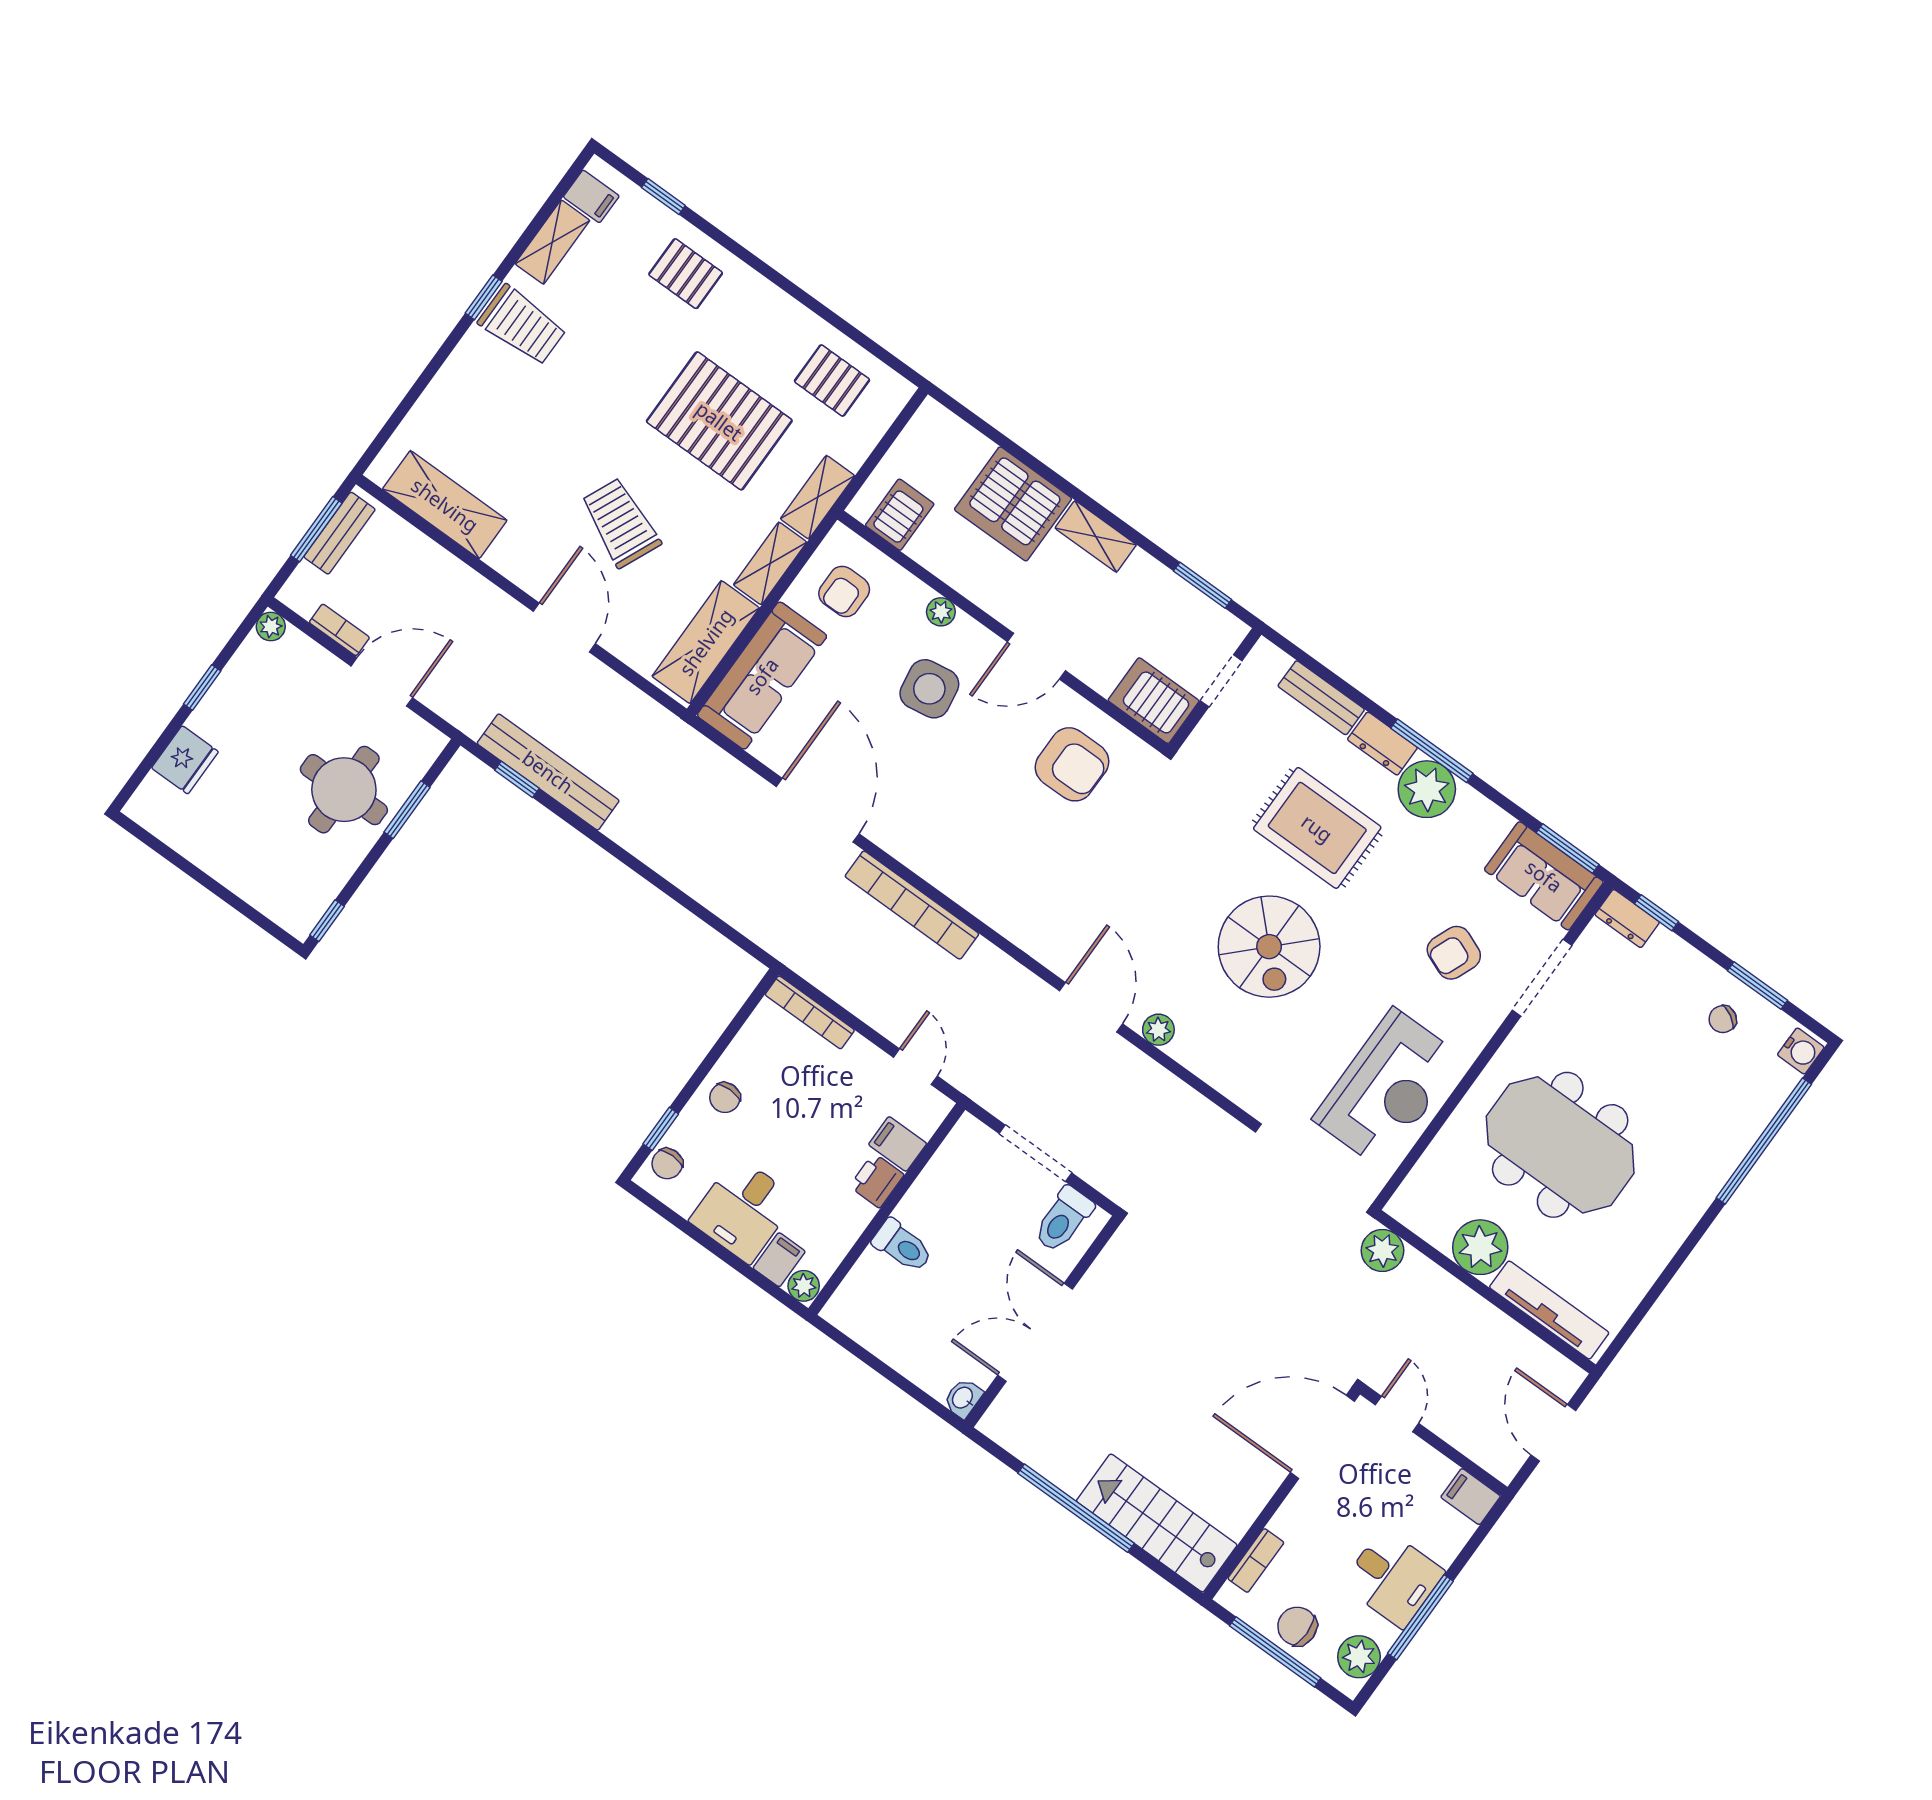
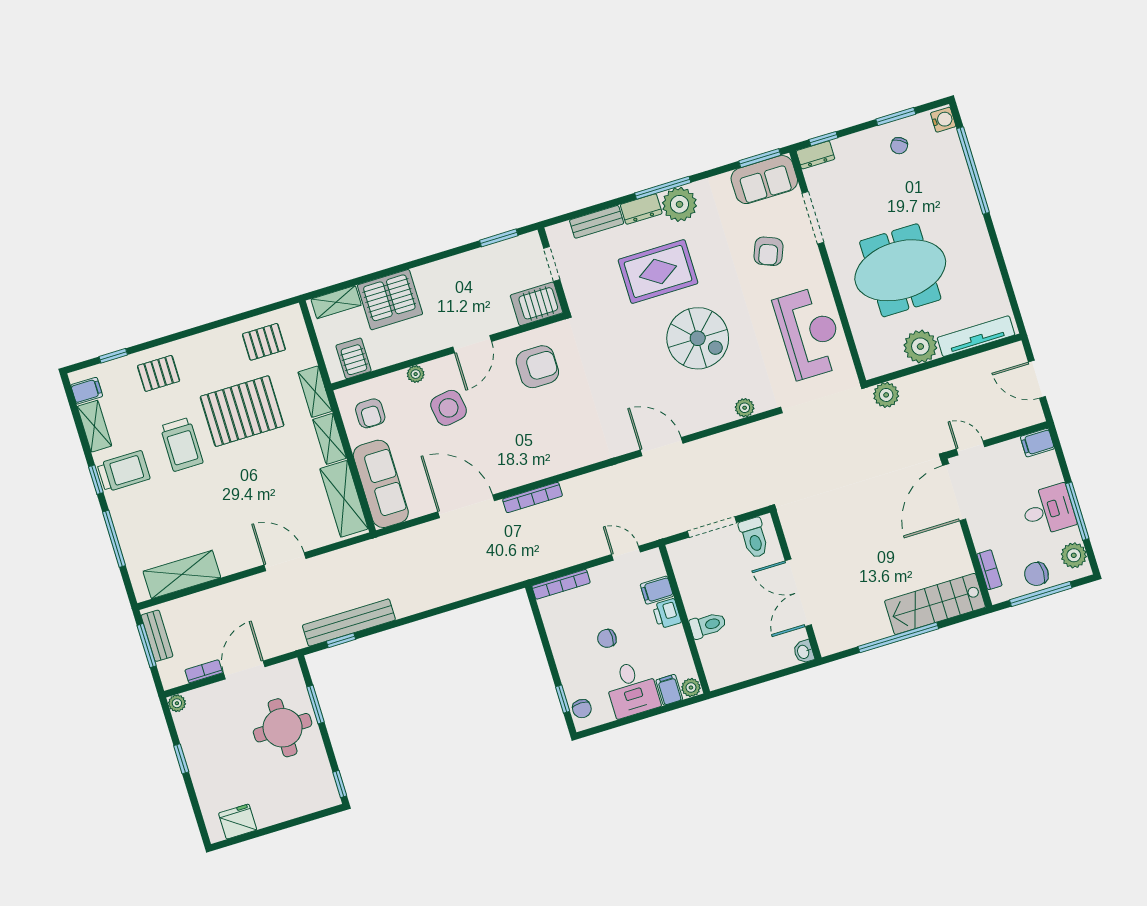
window: (424, 380) -> (114, 539), added
trolley: (621, 523) -> (182, 445), moved, turned -114
shelving: (1096, 536) -> (336, 302), moved
fridge: (185, 760) -> (238, 822), moved, turned -90
bookcase: (912, 905) -> (533, 498), width x0.68, depth x0.76
plant: (1158, 1030) -> (745, 408), moved
chair: (725, 1098) -> (607, 638), moved, turned 90

